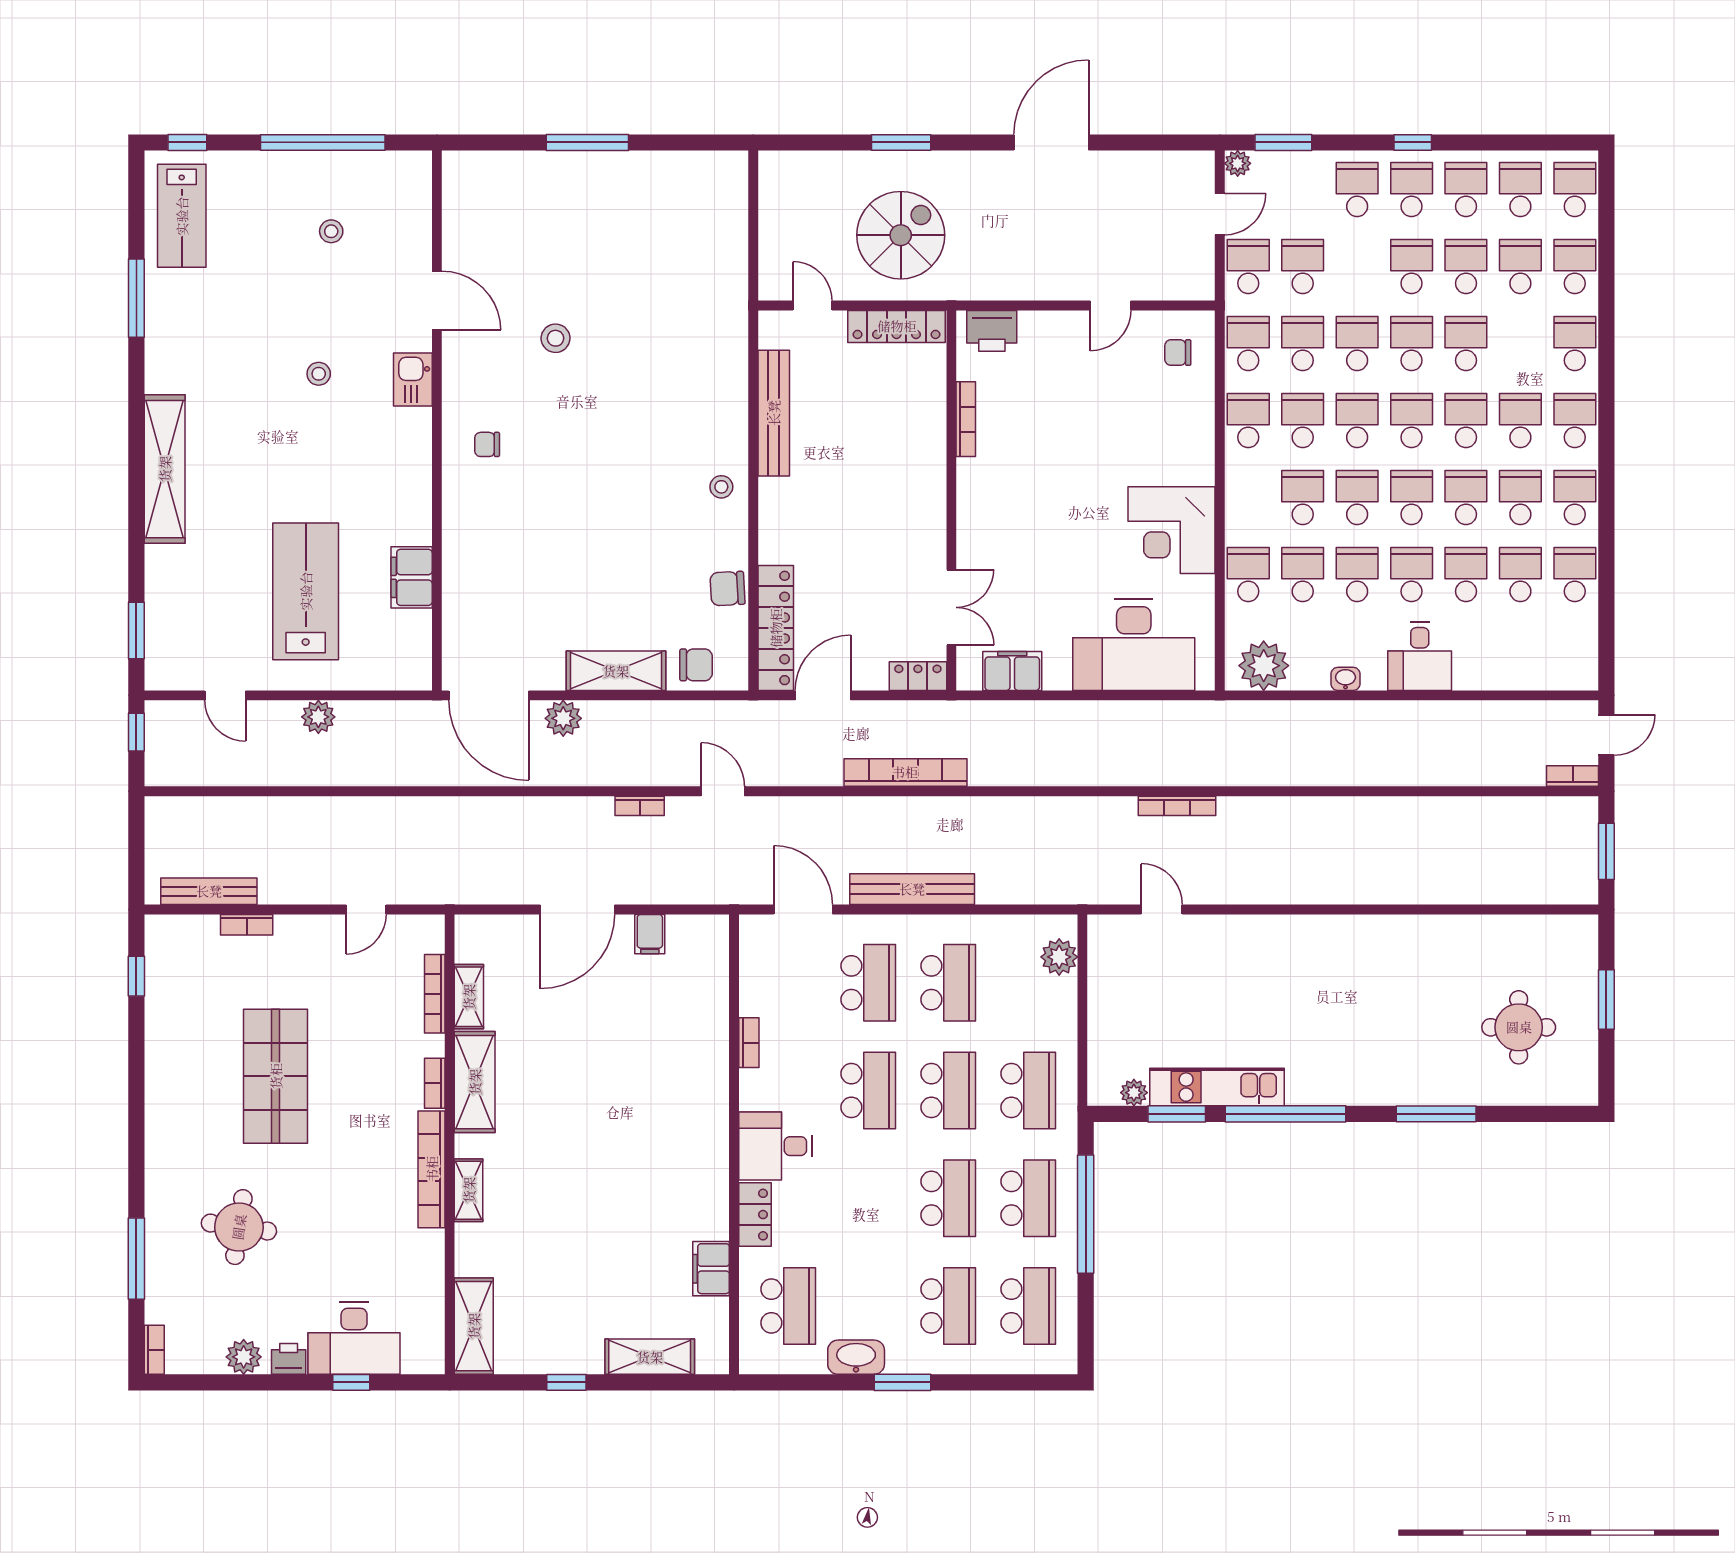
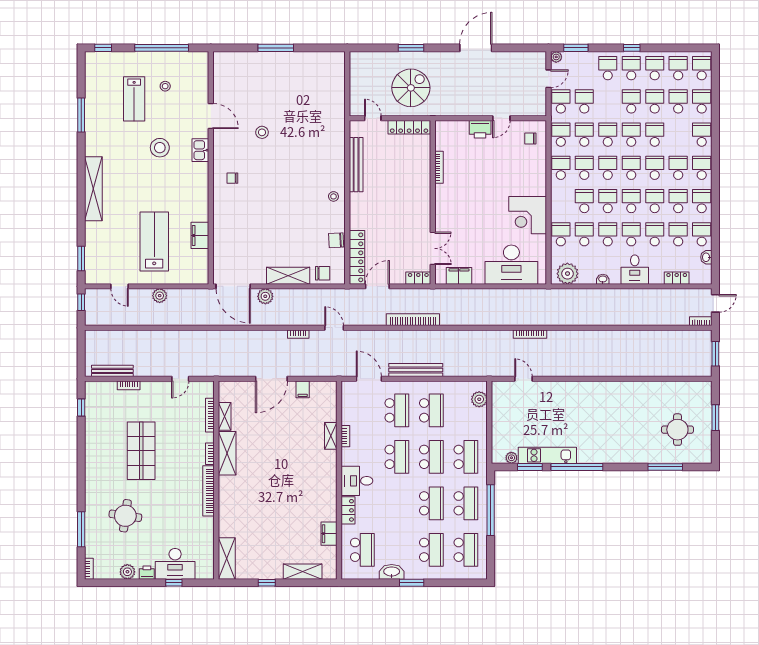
lab bench: (182, 216) -> (134, 99), moved
printer: (992, 331) -> (480, 129), moved
stool: (319, 374) -> (160, 148), width x1.89, depth x1.89
washbasin: (1586, 628) -> (706, 257), added
locker: (1517, 676) -> (677, 278), added
window: (1436, 1114) -> (665, 467), moved
shelving: (469, 1190) -> (331, 436), moved

